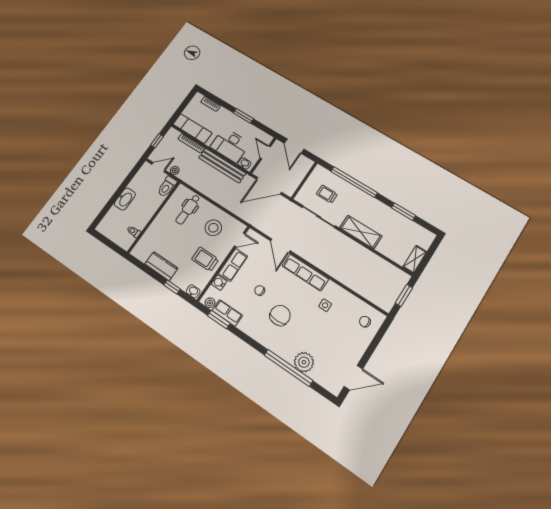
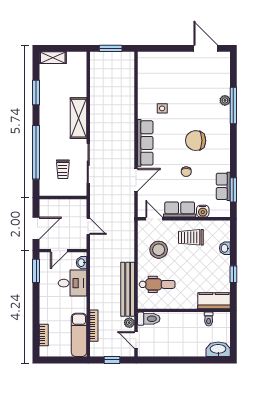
window: (243, 116) -> (36, 271), moved
desk: (230, 145) -> (72, 283), width x0.73
bench: (222, 166) -> (128, 289), moved
door: (269, 186) -> (88, 226), width x0.53
washbasin: (125, 199) -> (218, 349), moved
trolley: (205, 259) -> (191, 237), turned 90
shelving: (415, 259) -> (53, 58), moved
kitchen counter: (161, 266) -> (214, 301), moved, turned 90
window: (172, 287) -> (233, 274), moved
washbasin: (193, 291) -> (225, 248), moved
plant: (210, 303) -> (225, 207), removed
chair: (365, 322) -> (154, 67), removed
plant: (304, 362) -> (225, 100), width x0.53, depth x0.53
window: (288, 368) -> (233, 106), width x0.68

